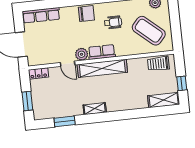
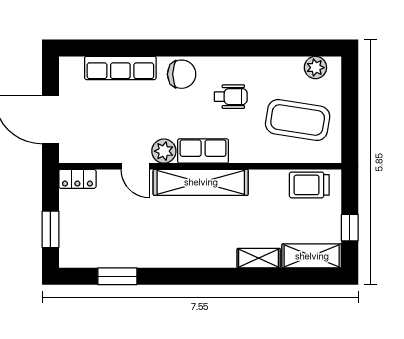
row of seats: (41, 15) -> (120, 68), moved
coffee table: (149, 31) -> (298, 120), turned -32
shelving: (95, 109) -> (259, 258), moved

